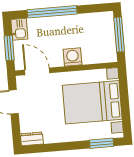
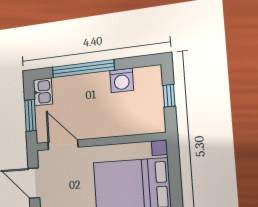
window: (119, 35) -> (169, 96), width x0.46
washing machine: (73, 57) -> (122, 80), moved, turned 180

